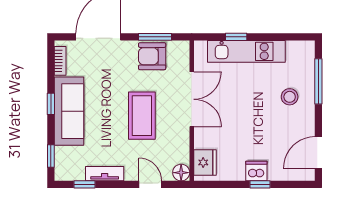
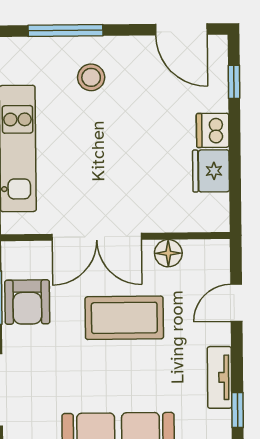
double door: (192, 99) -> (97, 237), swing flipped
fridge: (205, 162) -> (211, 171), moved, turned -90
floor lamp: (181, 173) -> (168, 253), moved
window: (260, 184) -> (234, 82), moved

